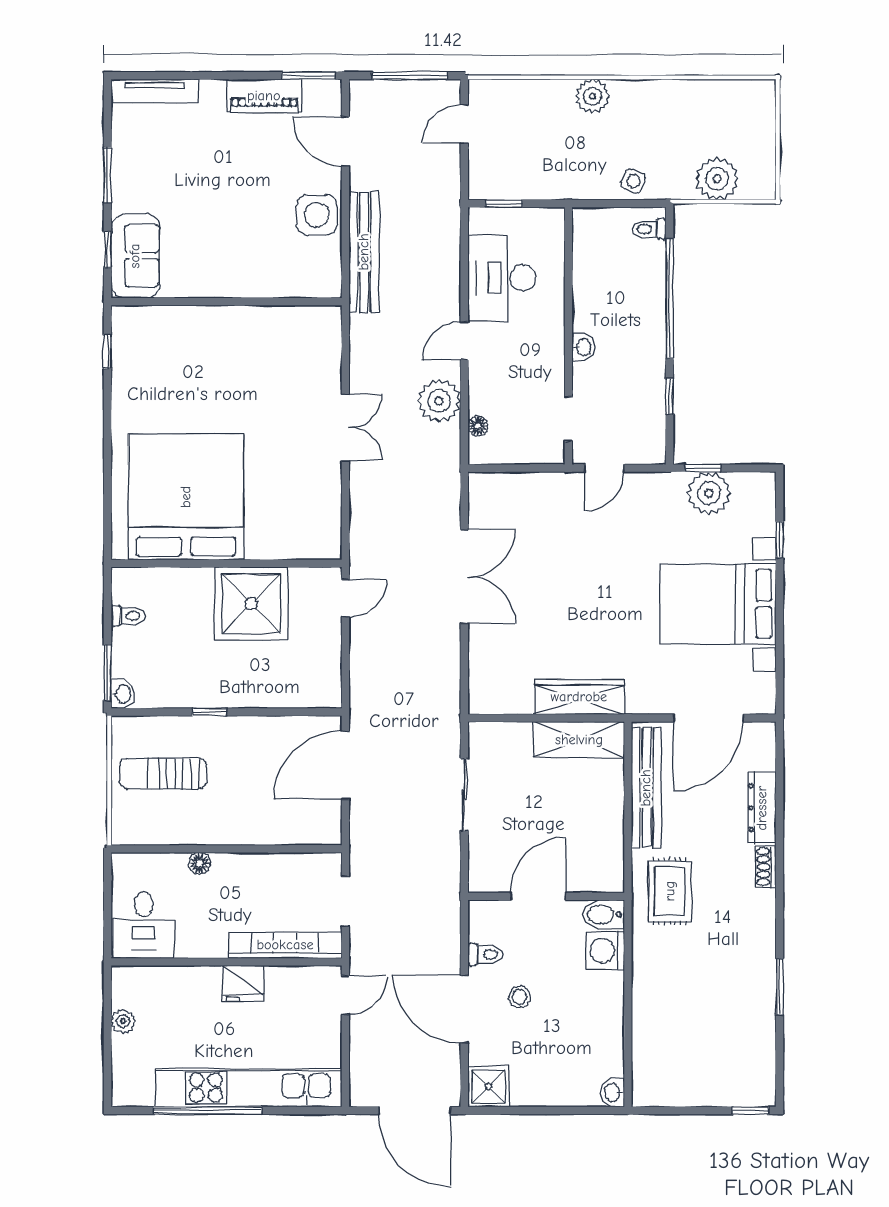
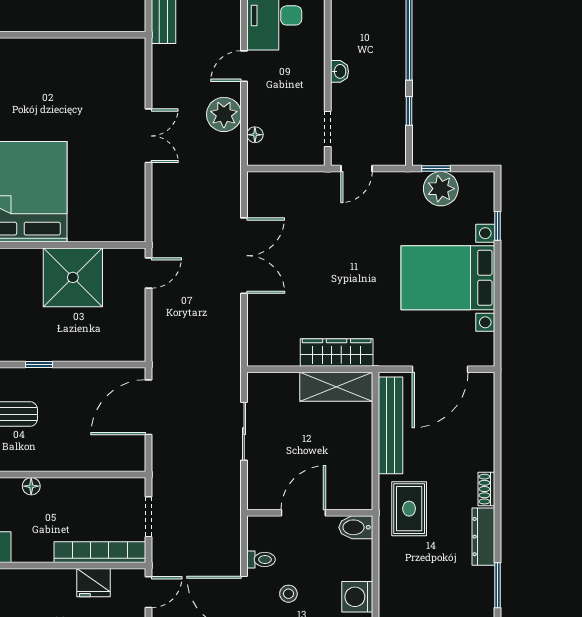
dresser: (762, 808) -> (483, 537), moved
washing machine: (605, 950) -> (357, 597), moved
fridge: (243, 983) -> (94, 583), moved

